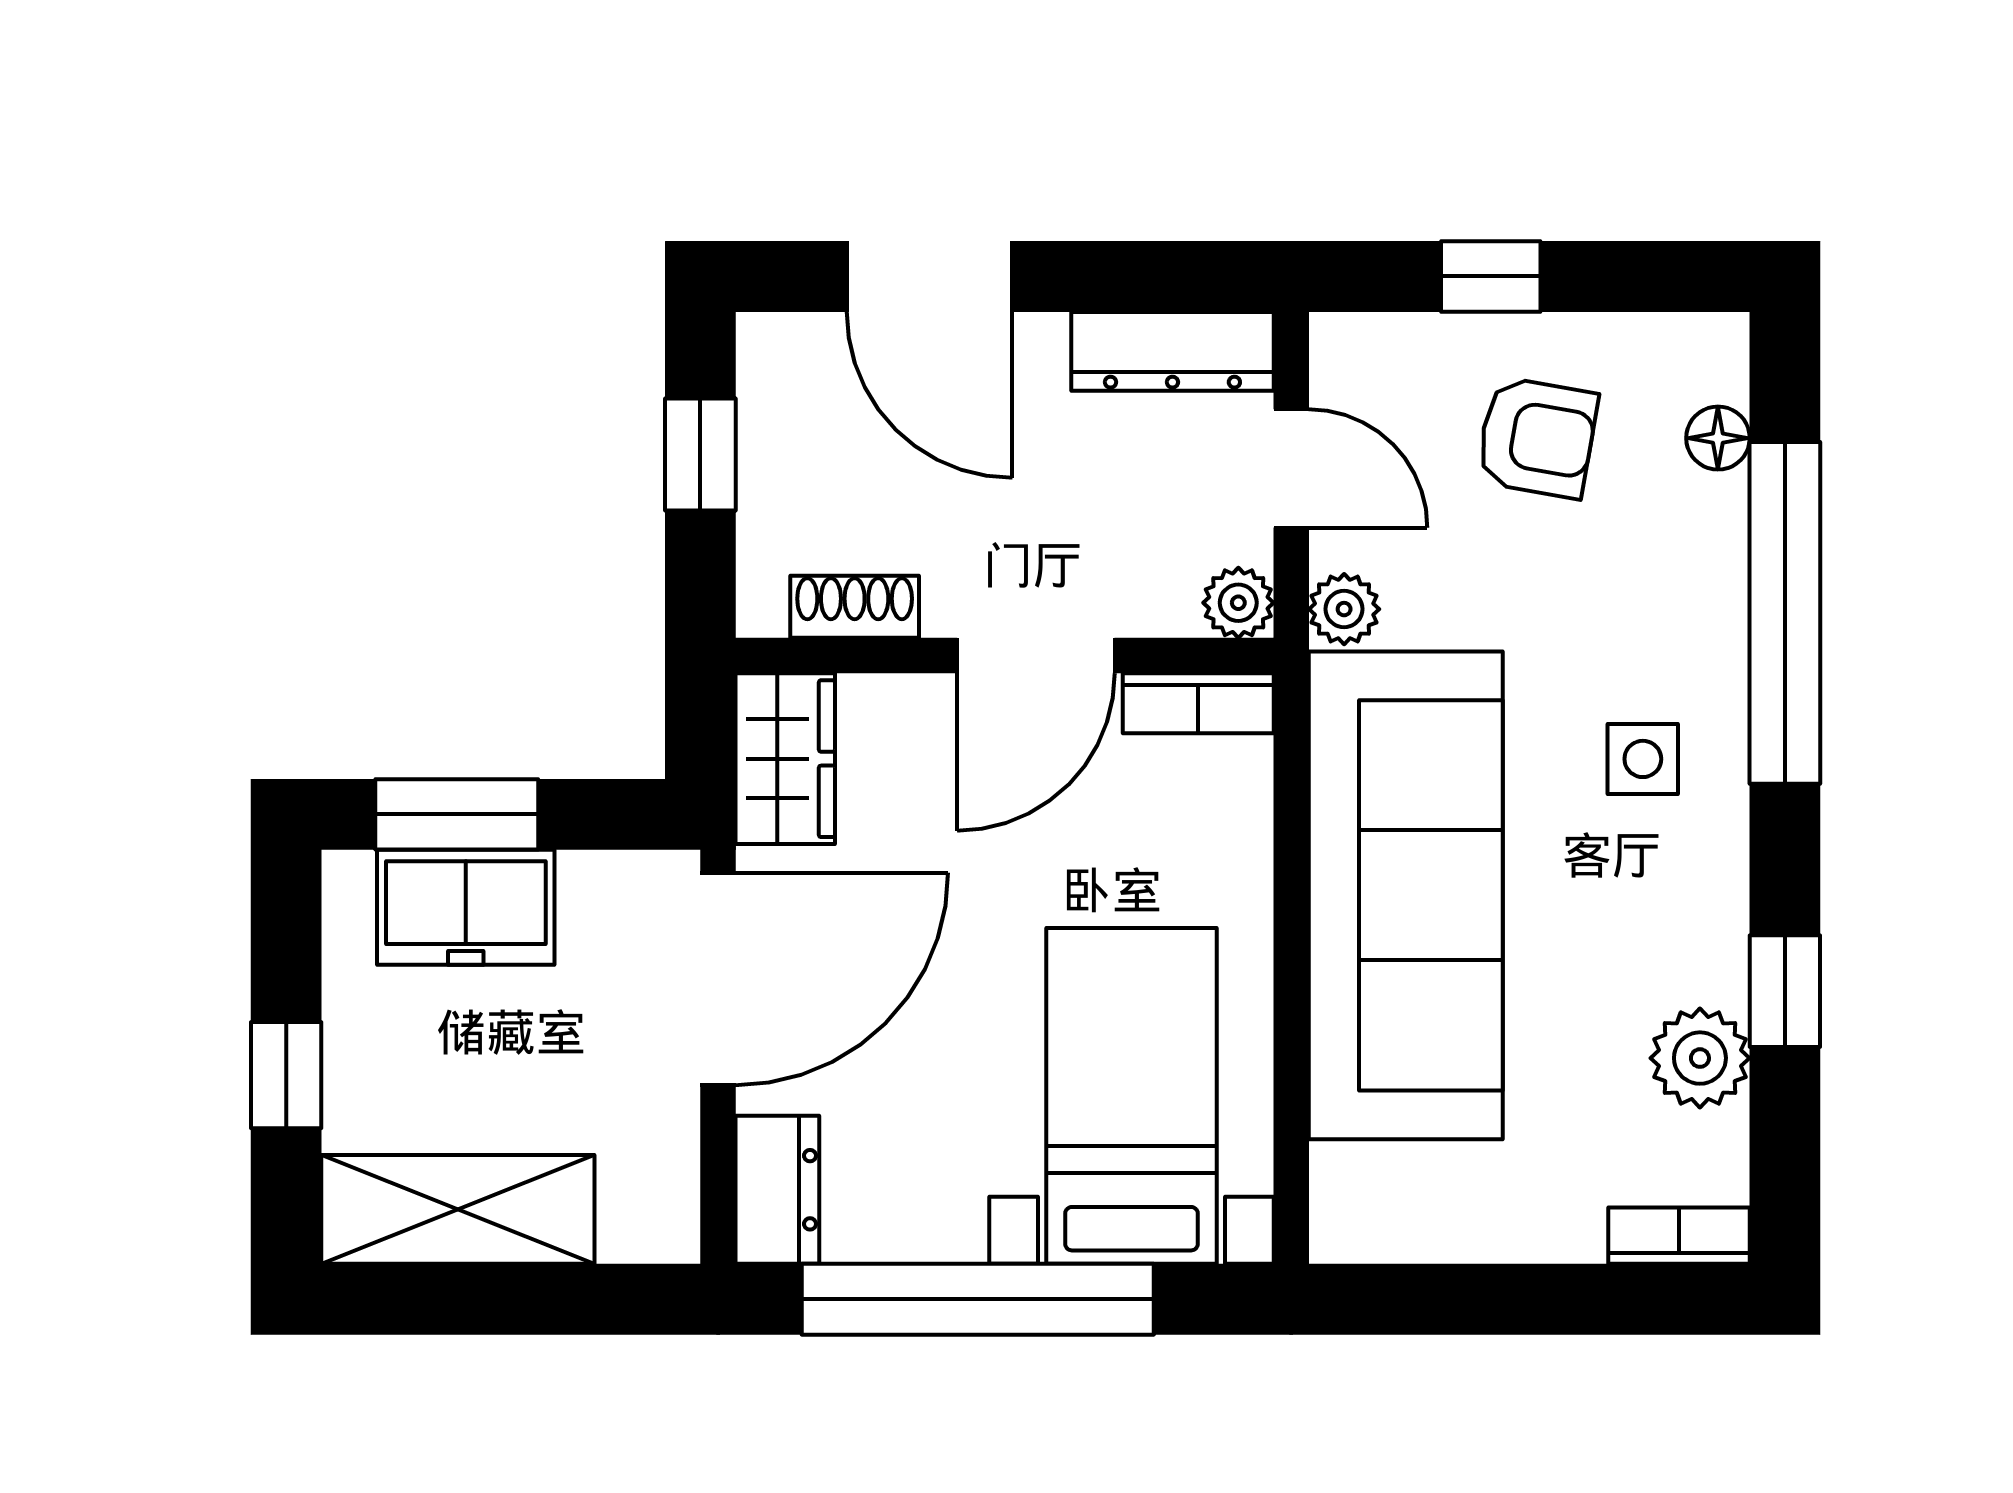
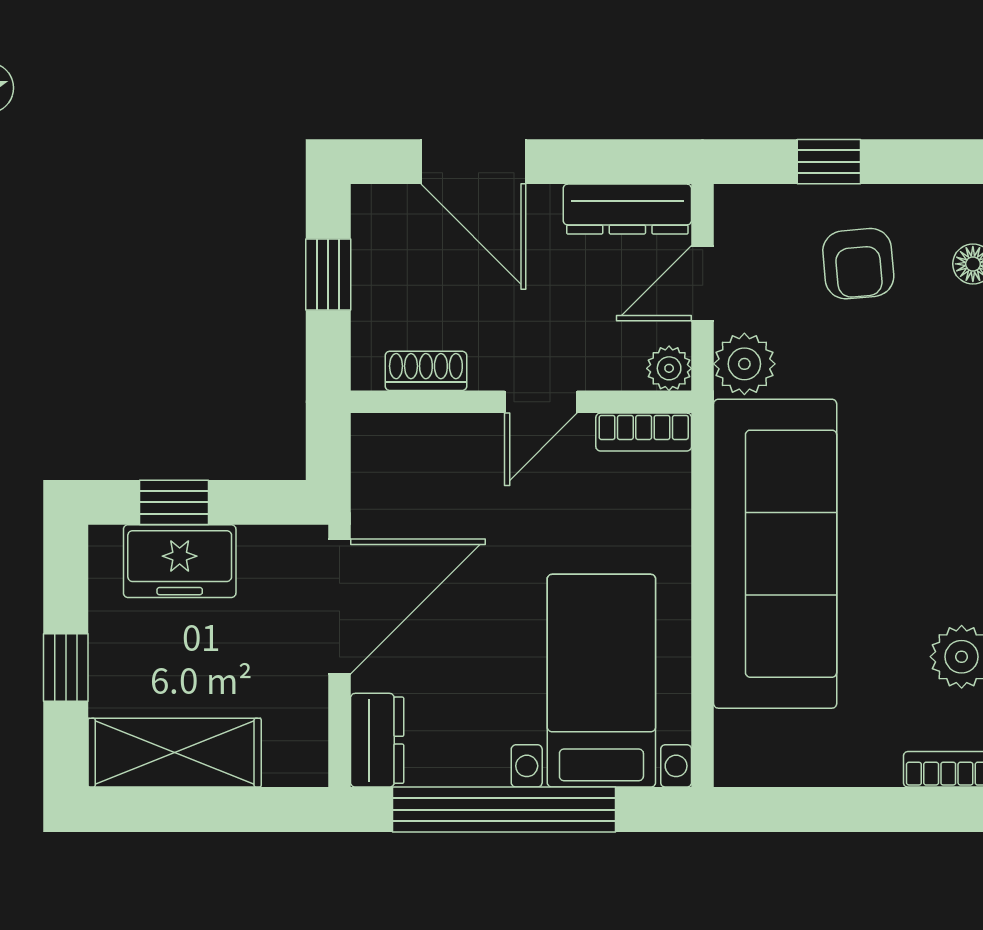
armchair: (1537, 438) -> (858, 264), turned 75
door: (1291, 468) -> (703, 283), swing flipped
plant: (1344, 609) -> (744, 364), width x1.38, depth x1.38
door: (1036, 656) -> (541, 402), width x0.73
wardrobe: (785, 759) -> (382, 467), removed
side table: (1643, 759) -> (925, 467), removed
window: (457, 814) -> (174, 502), width x0.67

